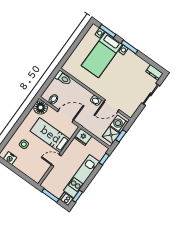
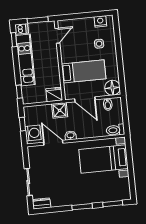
bed with nightstands: (102, 55) -> (104, 159), moved, turned -90
door: (111, 106) -> (53, 143), hinge flipped
door: (65, 116) -> (85, 99), hinge flipped
shower: (111, 135) -> (60, 110), moved
door: (56, 160) -> (57, 36), moved

